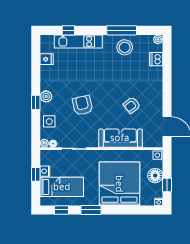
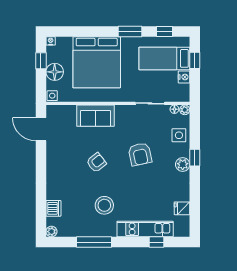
stool: (125, 47) -> (104, 205), moved
armchair: (132, 105) -> (96, 162), moved
sofa: (120, 138) -> (95, 116), width x0.73
window: (36, 174) -> (195, 60), moved

